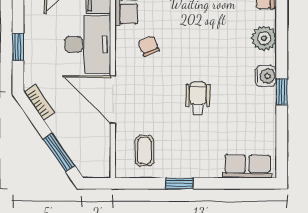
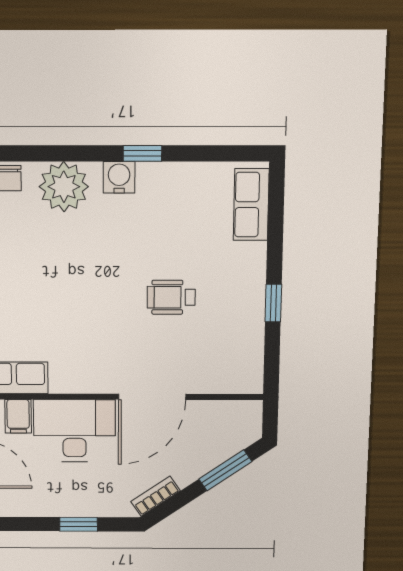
plant: (264, 38) -> (64, 187), width x1.36, depth x1.36
chair: (149, 46) -> (76, 346), removed
wheelchair: (198, 98) -> (171, 297), moved
coffee table: (144, 151) -> (225, 353), removed

